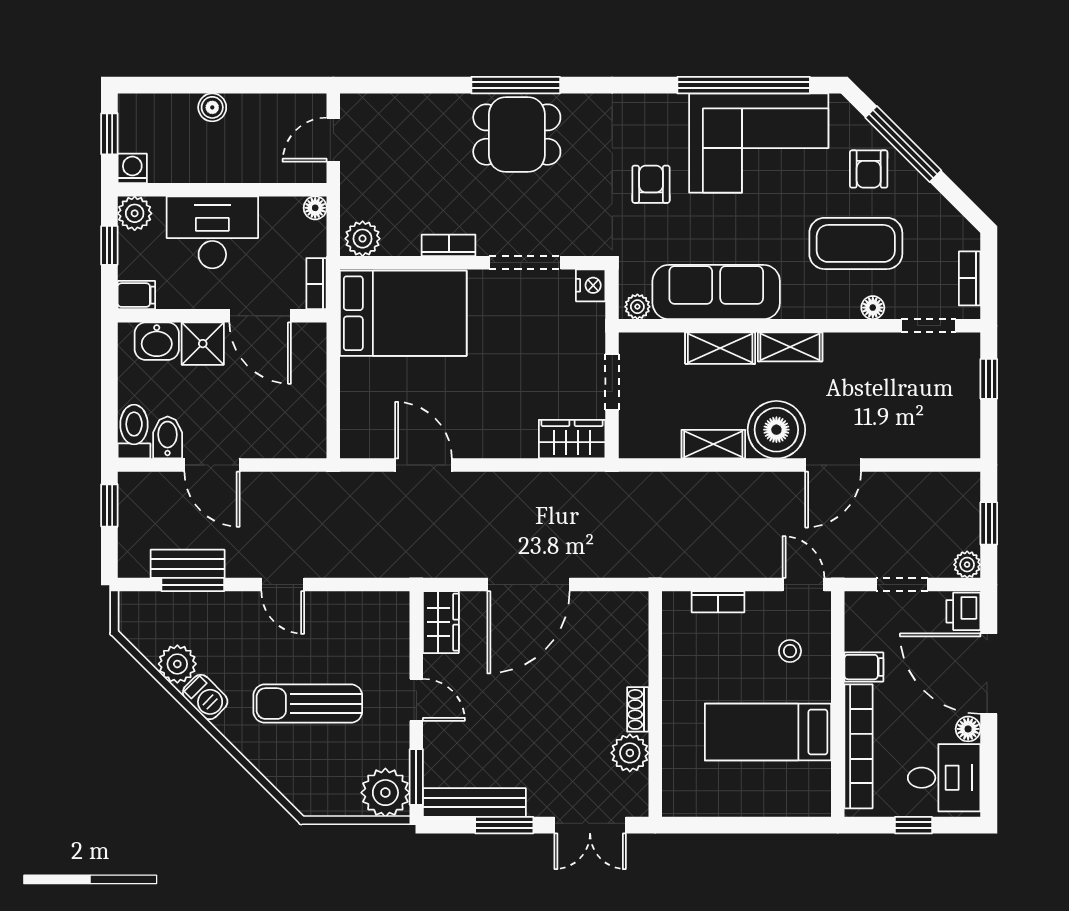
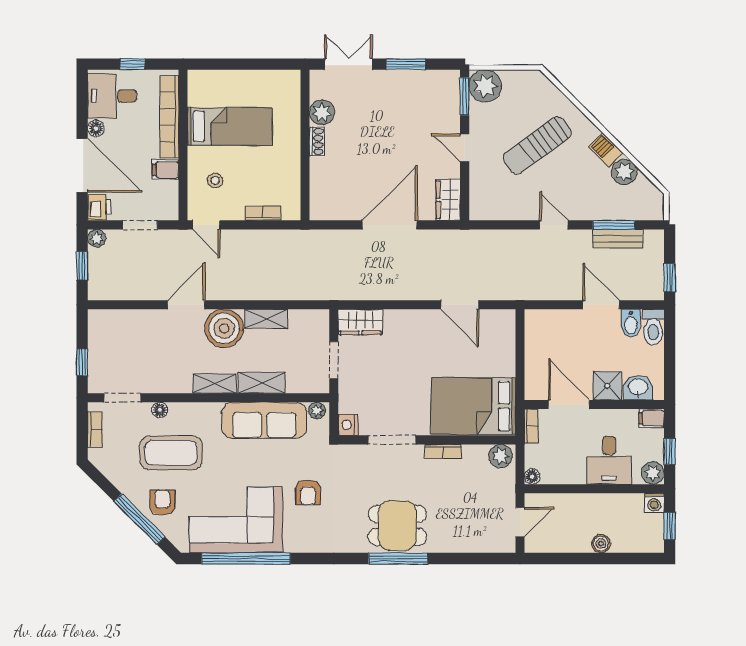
desk: (212, 232) -> (609, 460), width x0.73
sun lounger: (308, 704) -> (537, 145), turned 144
bench: (474, 802) -> (426, 79), removed

